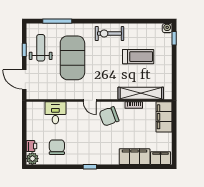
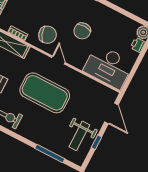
exercise mat: (72, 58) -> (45, 93), moved, turned 90
desk: (55, 113) -> (108, 67), width x1.87, depth x1.30
chair: (57, 147) -> (82, 31), moved

